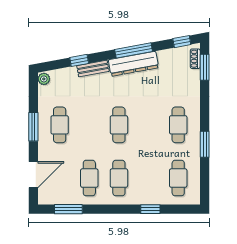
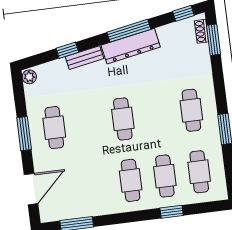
cafe table: (89, 178) -> (165, 176), moved

